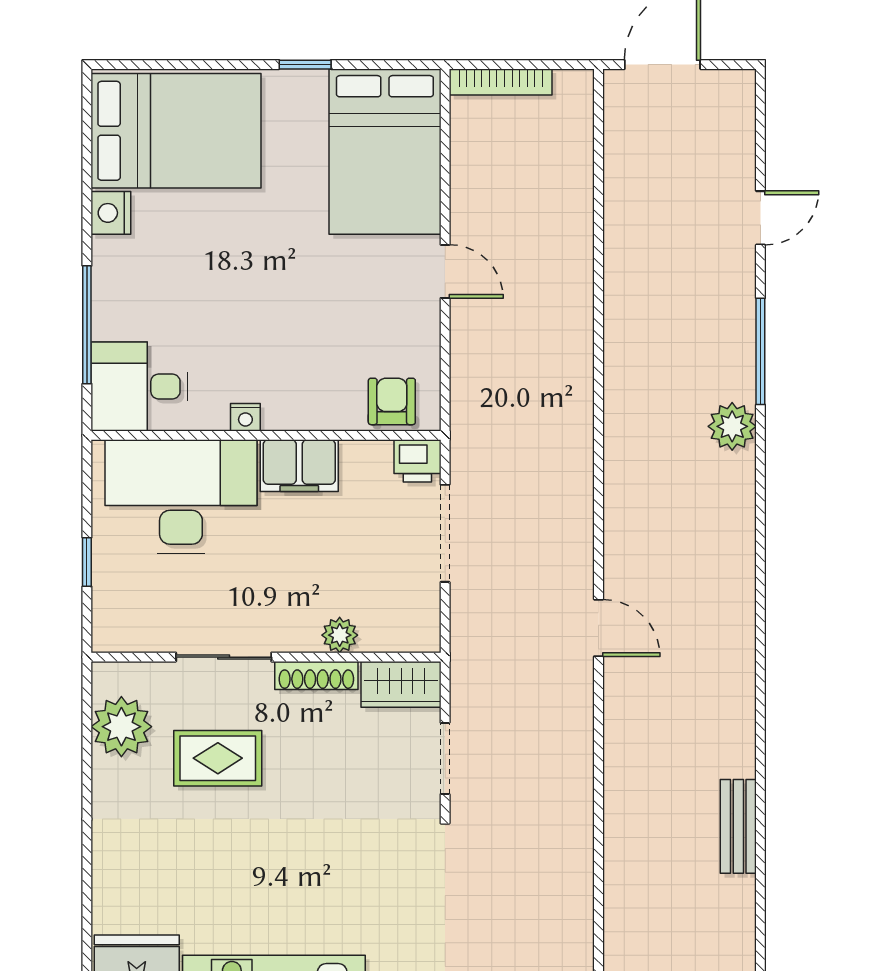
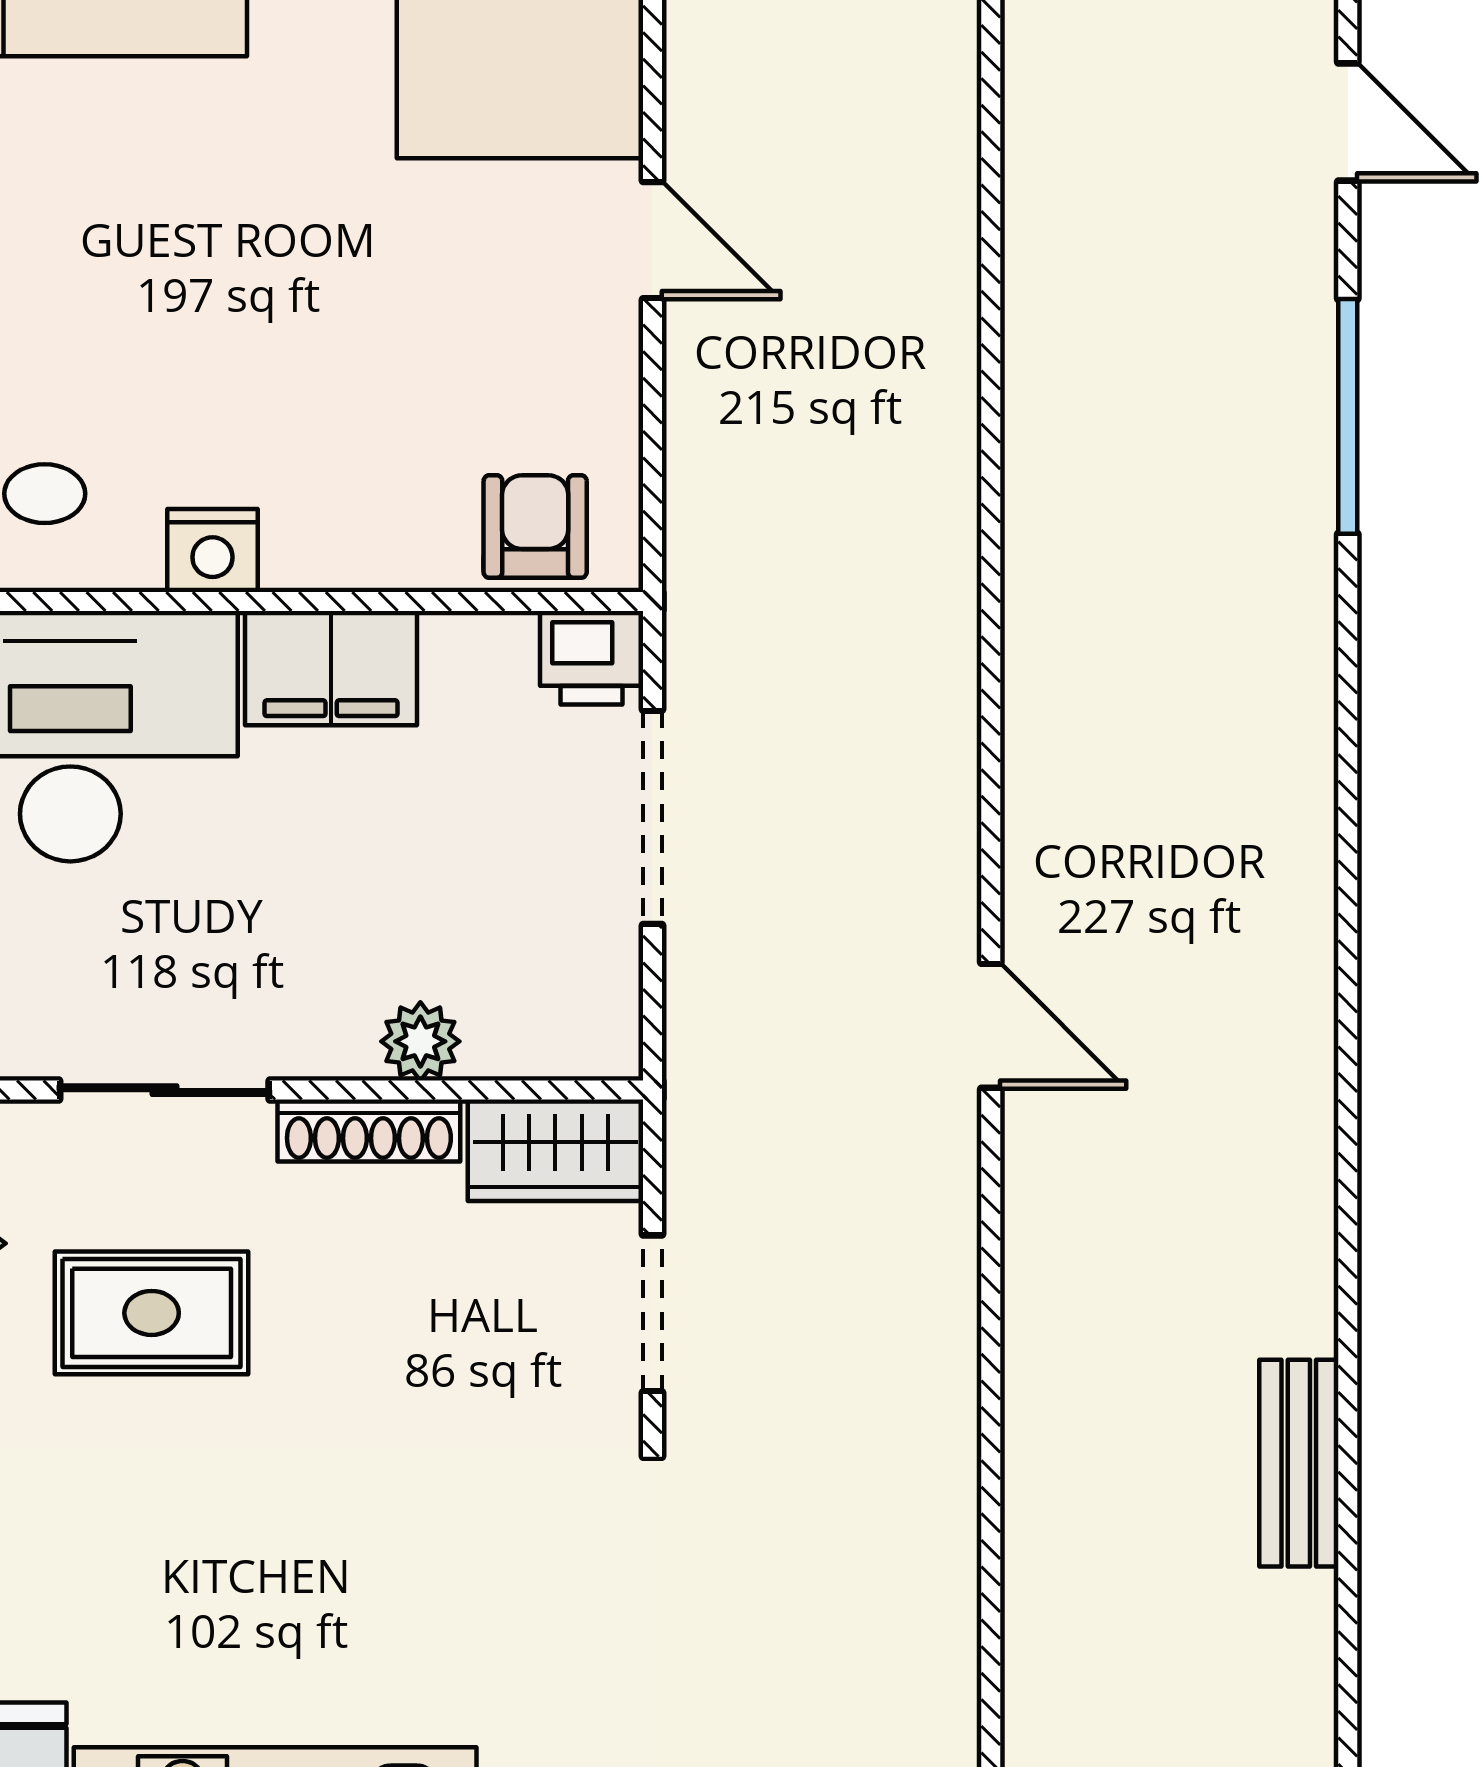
door: (760, 218) -> (1348, 122), hinge flipped
nightstand: (245, 417) -> (212, 551), width x1.39, depth x1.35
plant: (732, 426) -> (1285, 582), removed

